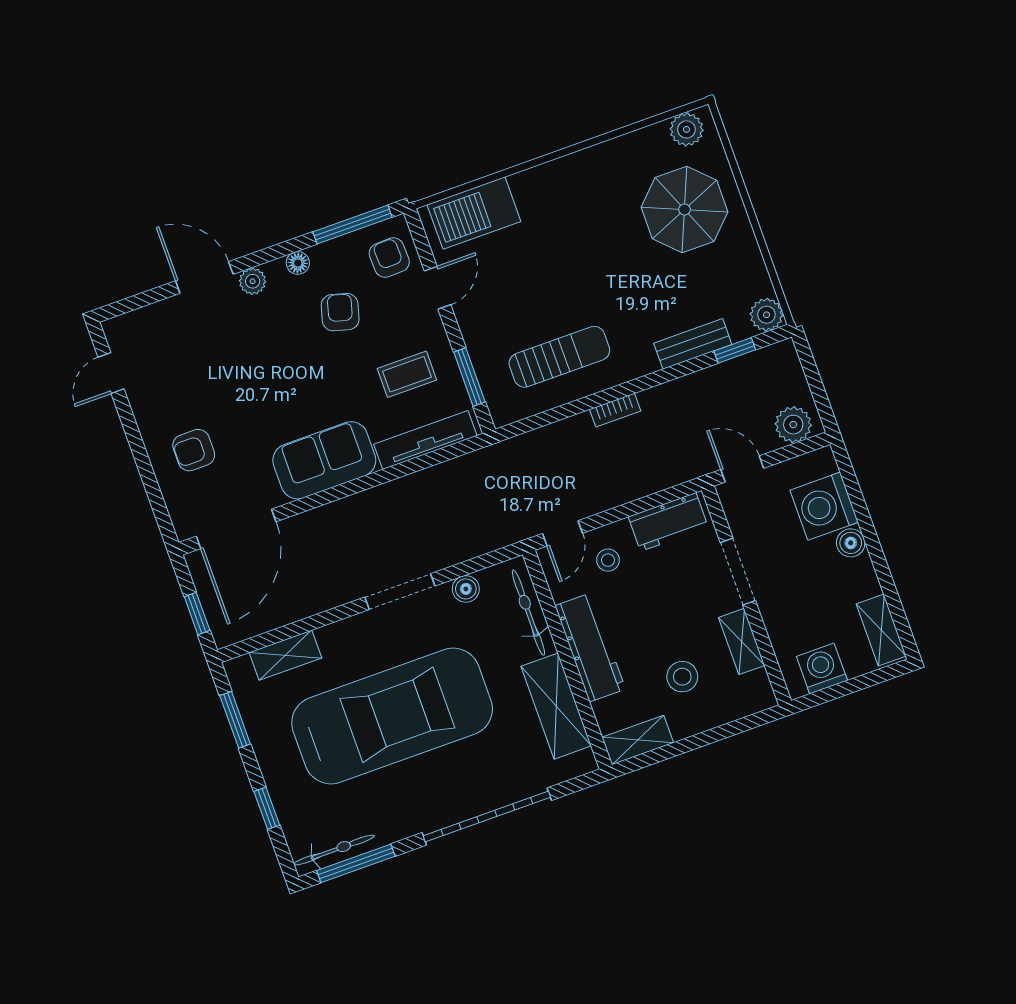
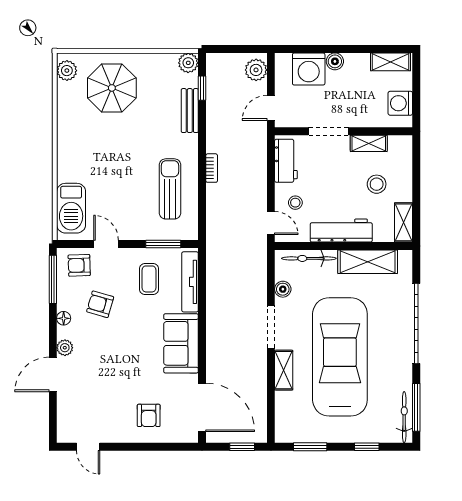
shelving: (285, 655) -> (284, 370), moved

